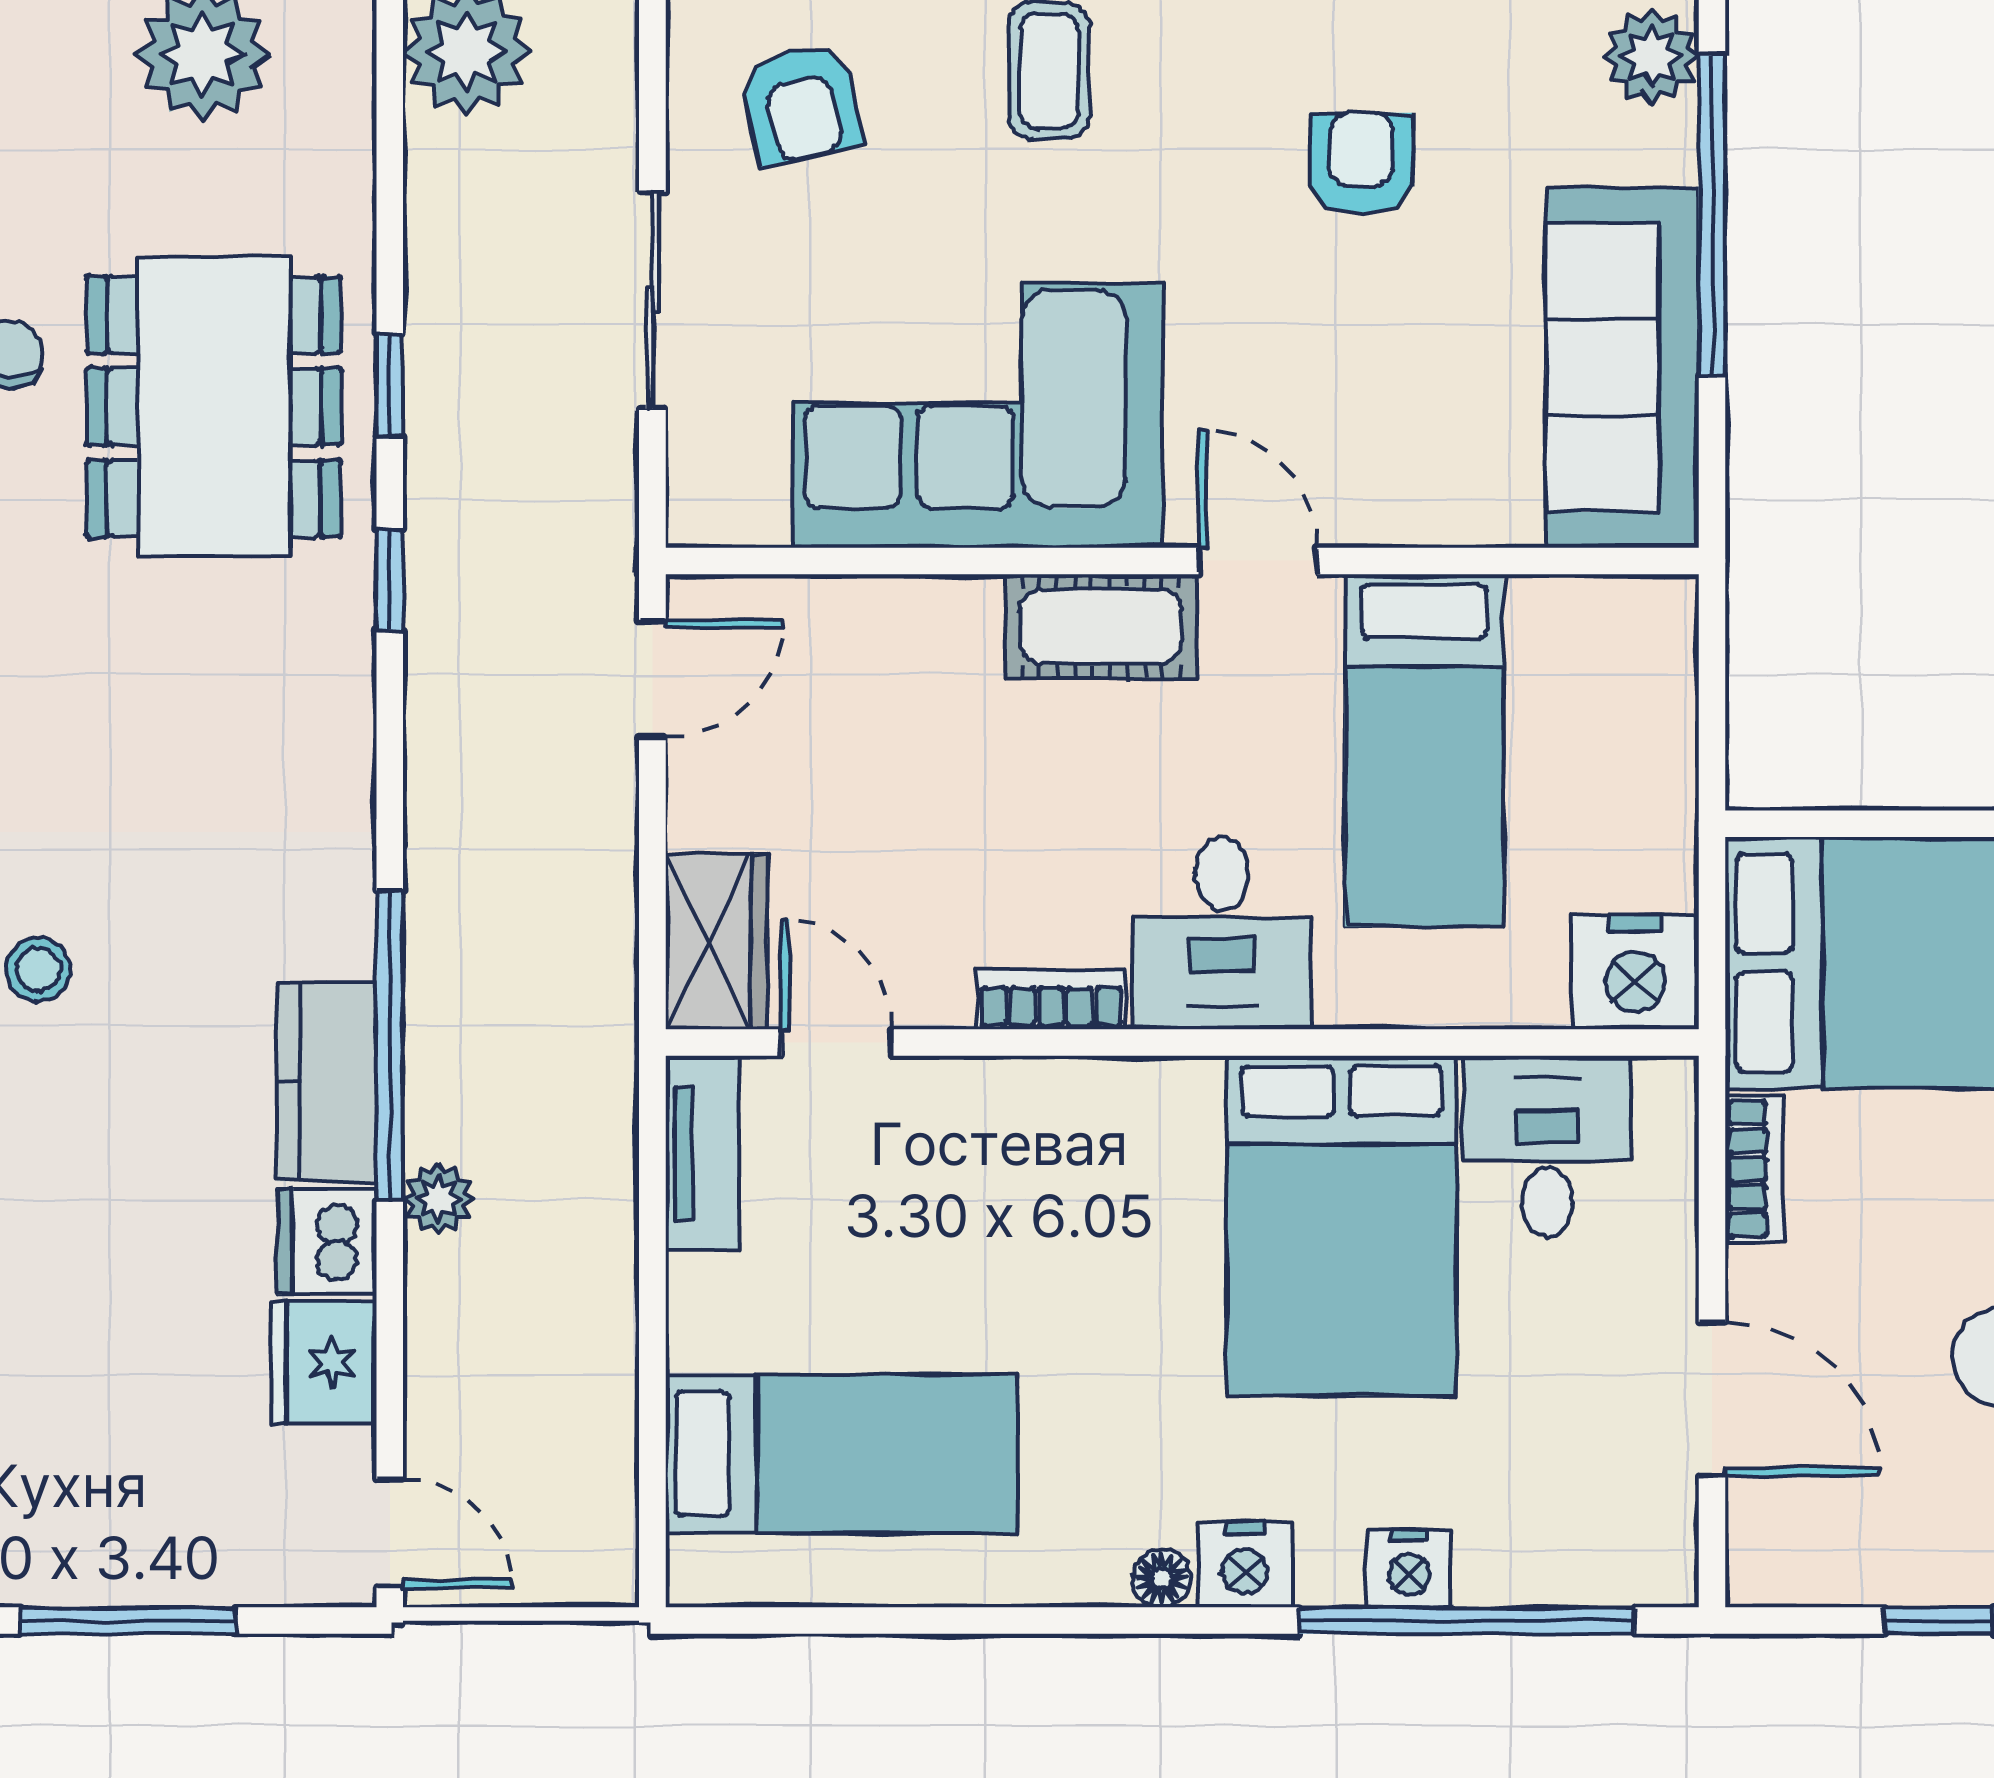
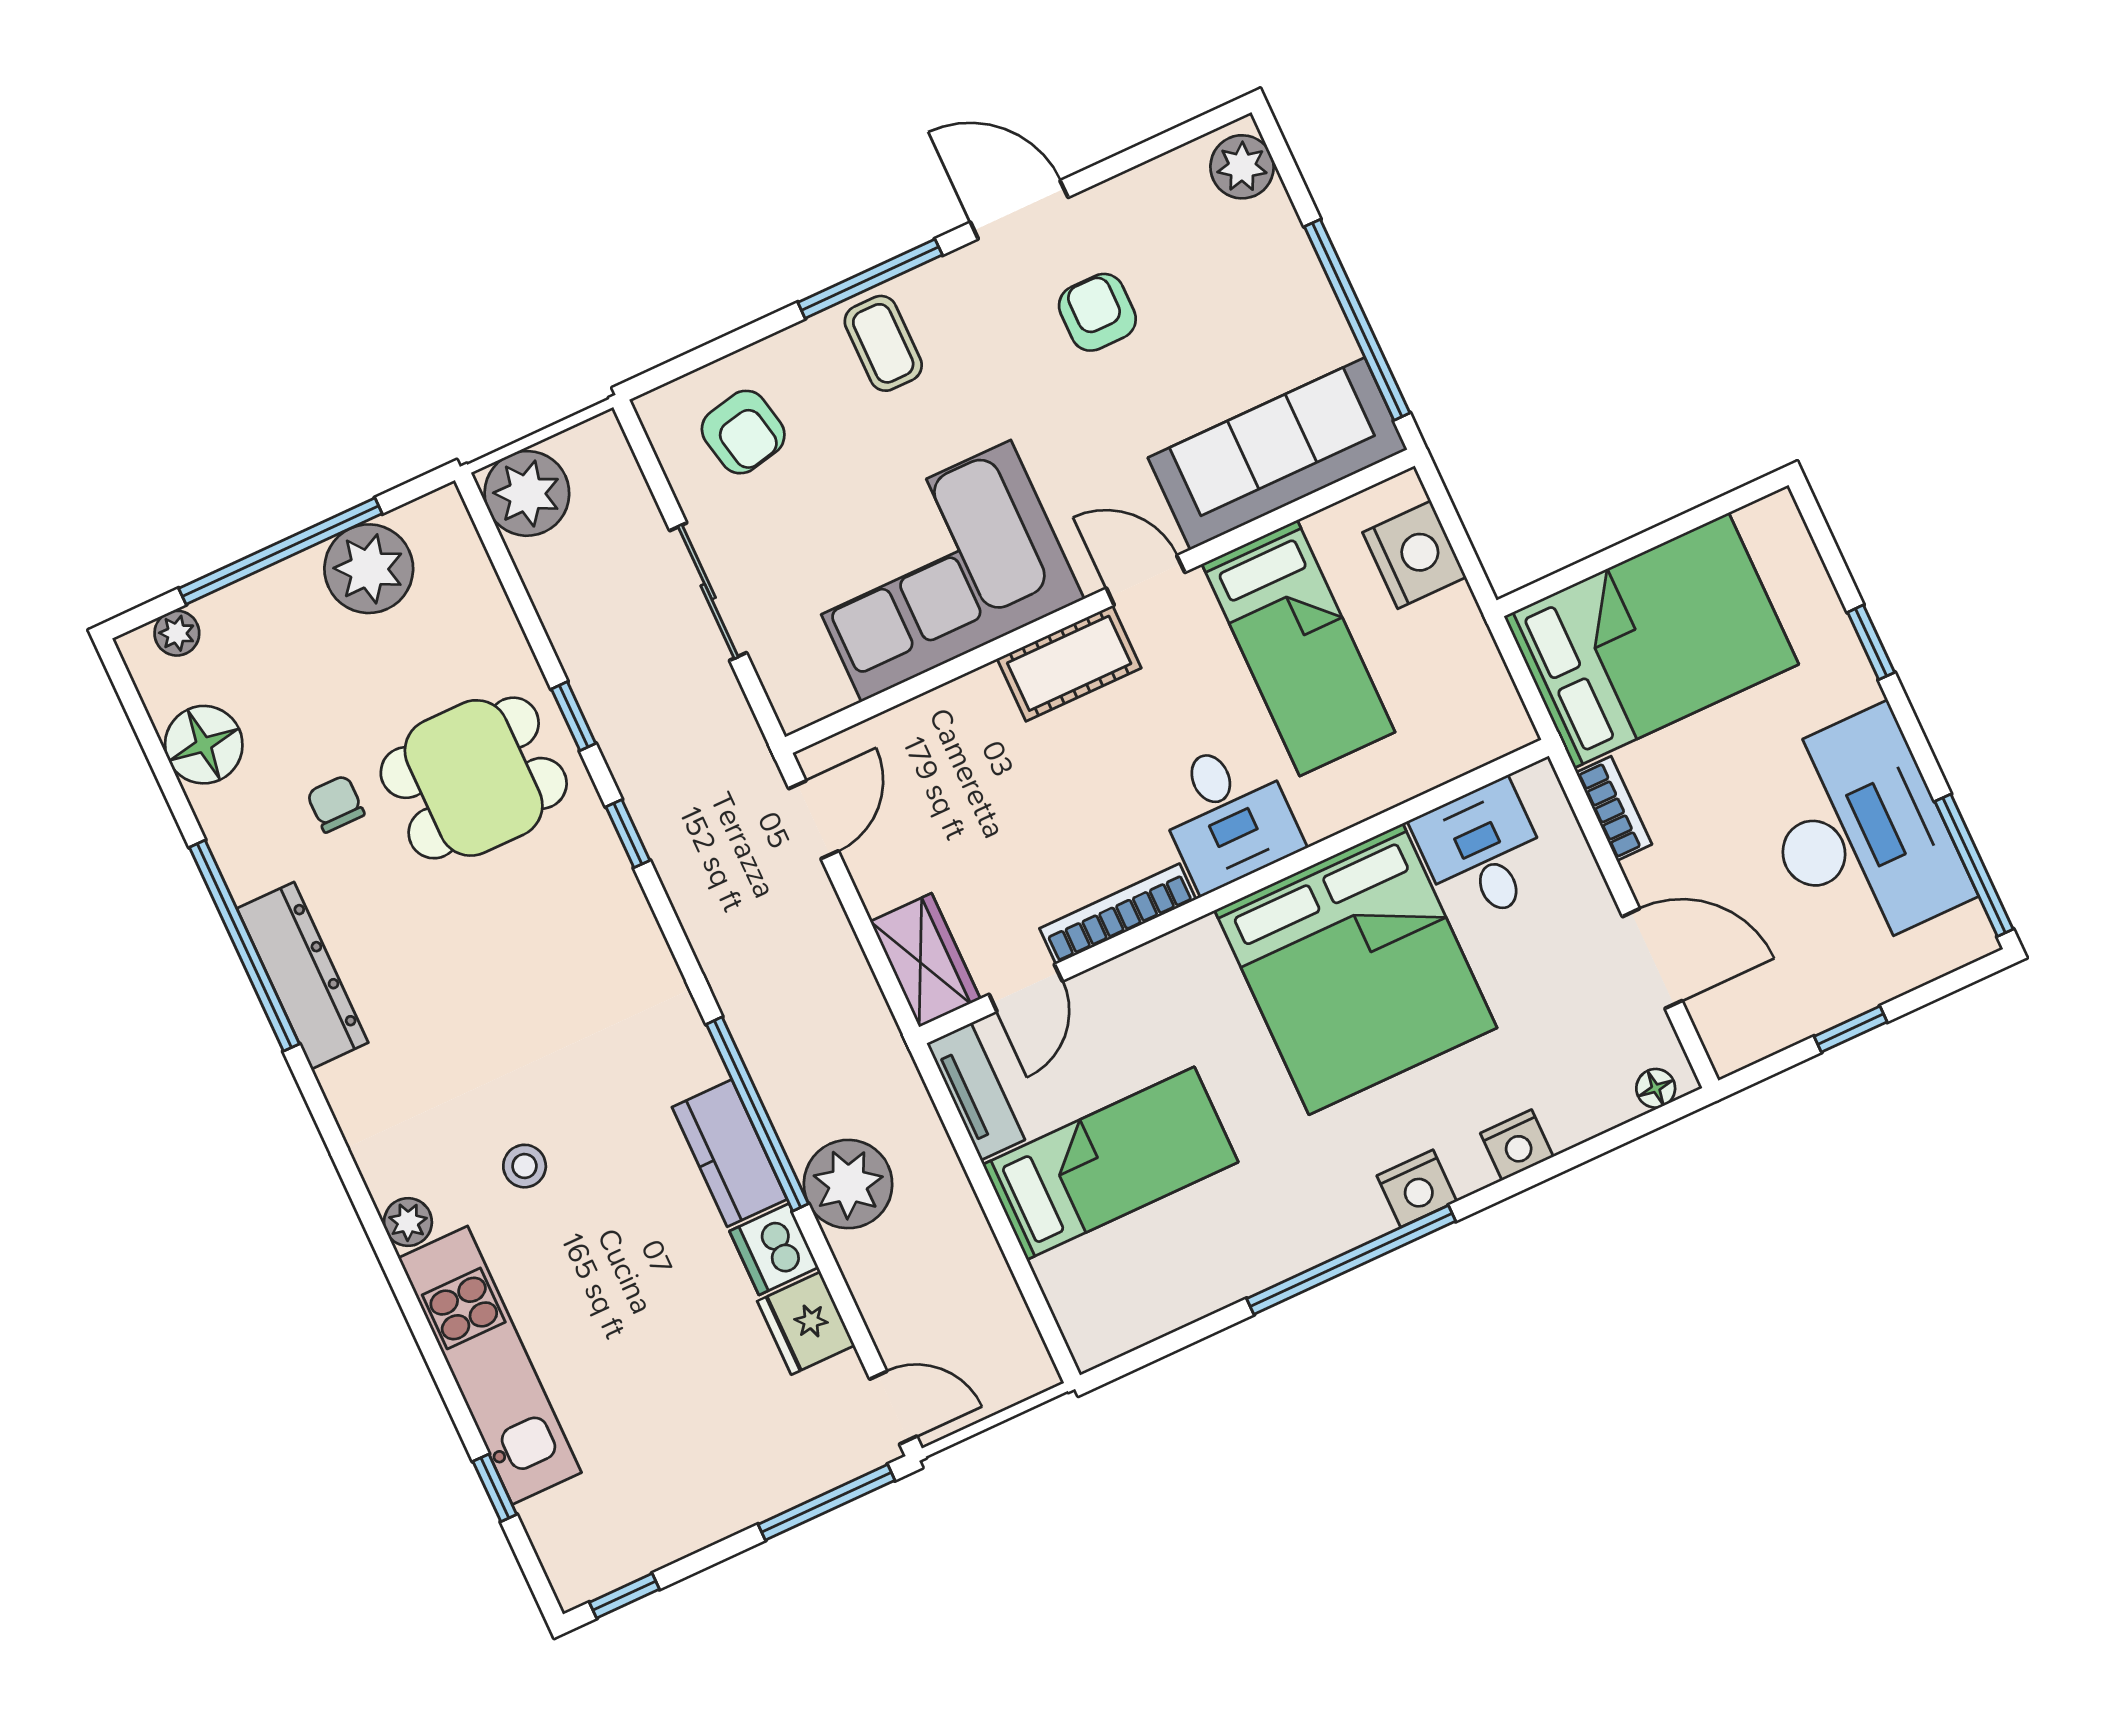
window: (1712, 214) -> (1357, 320), moved
sofa: (1622, 368) -> (1278, 454), moved, turned 90
dining table: (214, 407) -> (474, 778), width x0.73
nightstand: (1635, 972) -> (1414, 555), moved, turned -90
bookcase: (1051, 1000) -> (1118, 914), width x1.56
door: (836, 1043) -> (1026, 988), swing flipped
plant: (438, 1199) -> (848, 1184), width x1.87, depth x1.87
bed: (1342, 1226) -> (1356, 969), width x1.36
bed: (841, 1454) -> (1110, 1163), moved
floor lamp: (1162, 1578) -> (1656, 1088), moved
window: (127, 1621) -> (826, 1502), moved
window: (1467, 1621) -> (1351, 1260), moved

